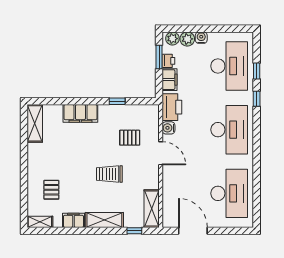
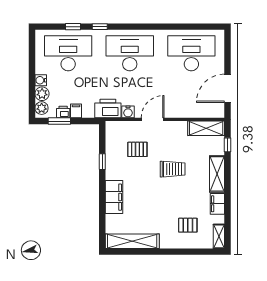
filing cabinet: (170, 80) -> (76, 111), width x0.50
shelving: (35, 123) -> (132, 241), width x1.47
pallet: (130, 138) -> (137, 149), turned 90
trolley: (109, 174) -> (173, 169), turned -90

